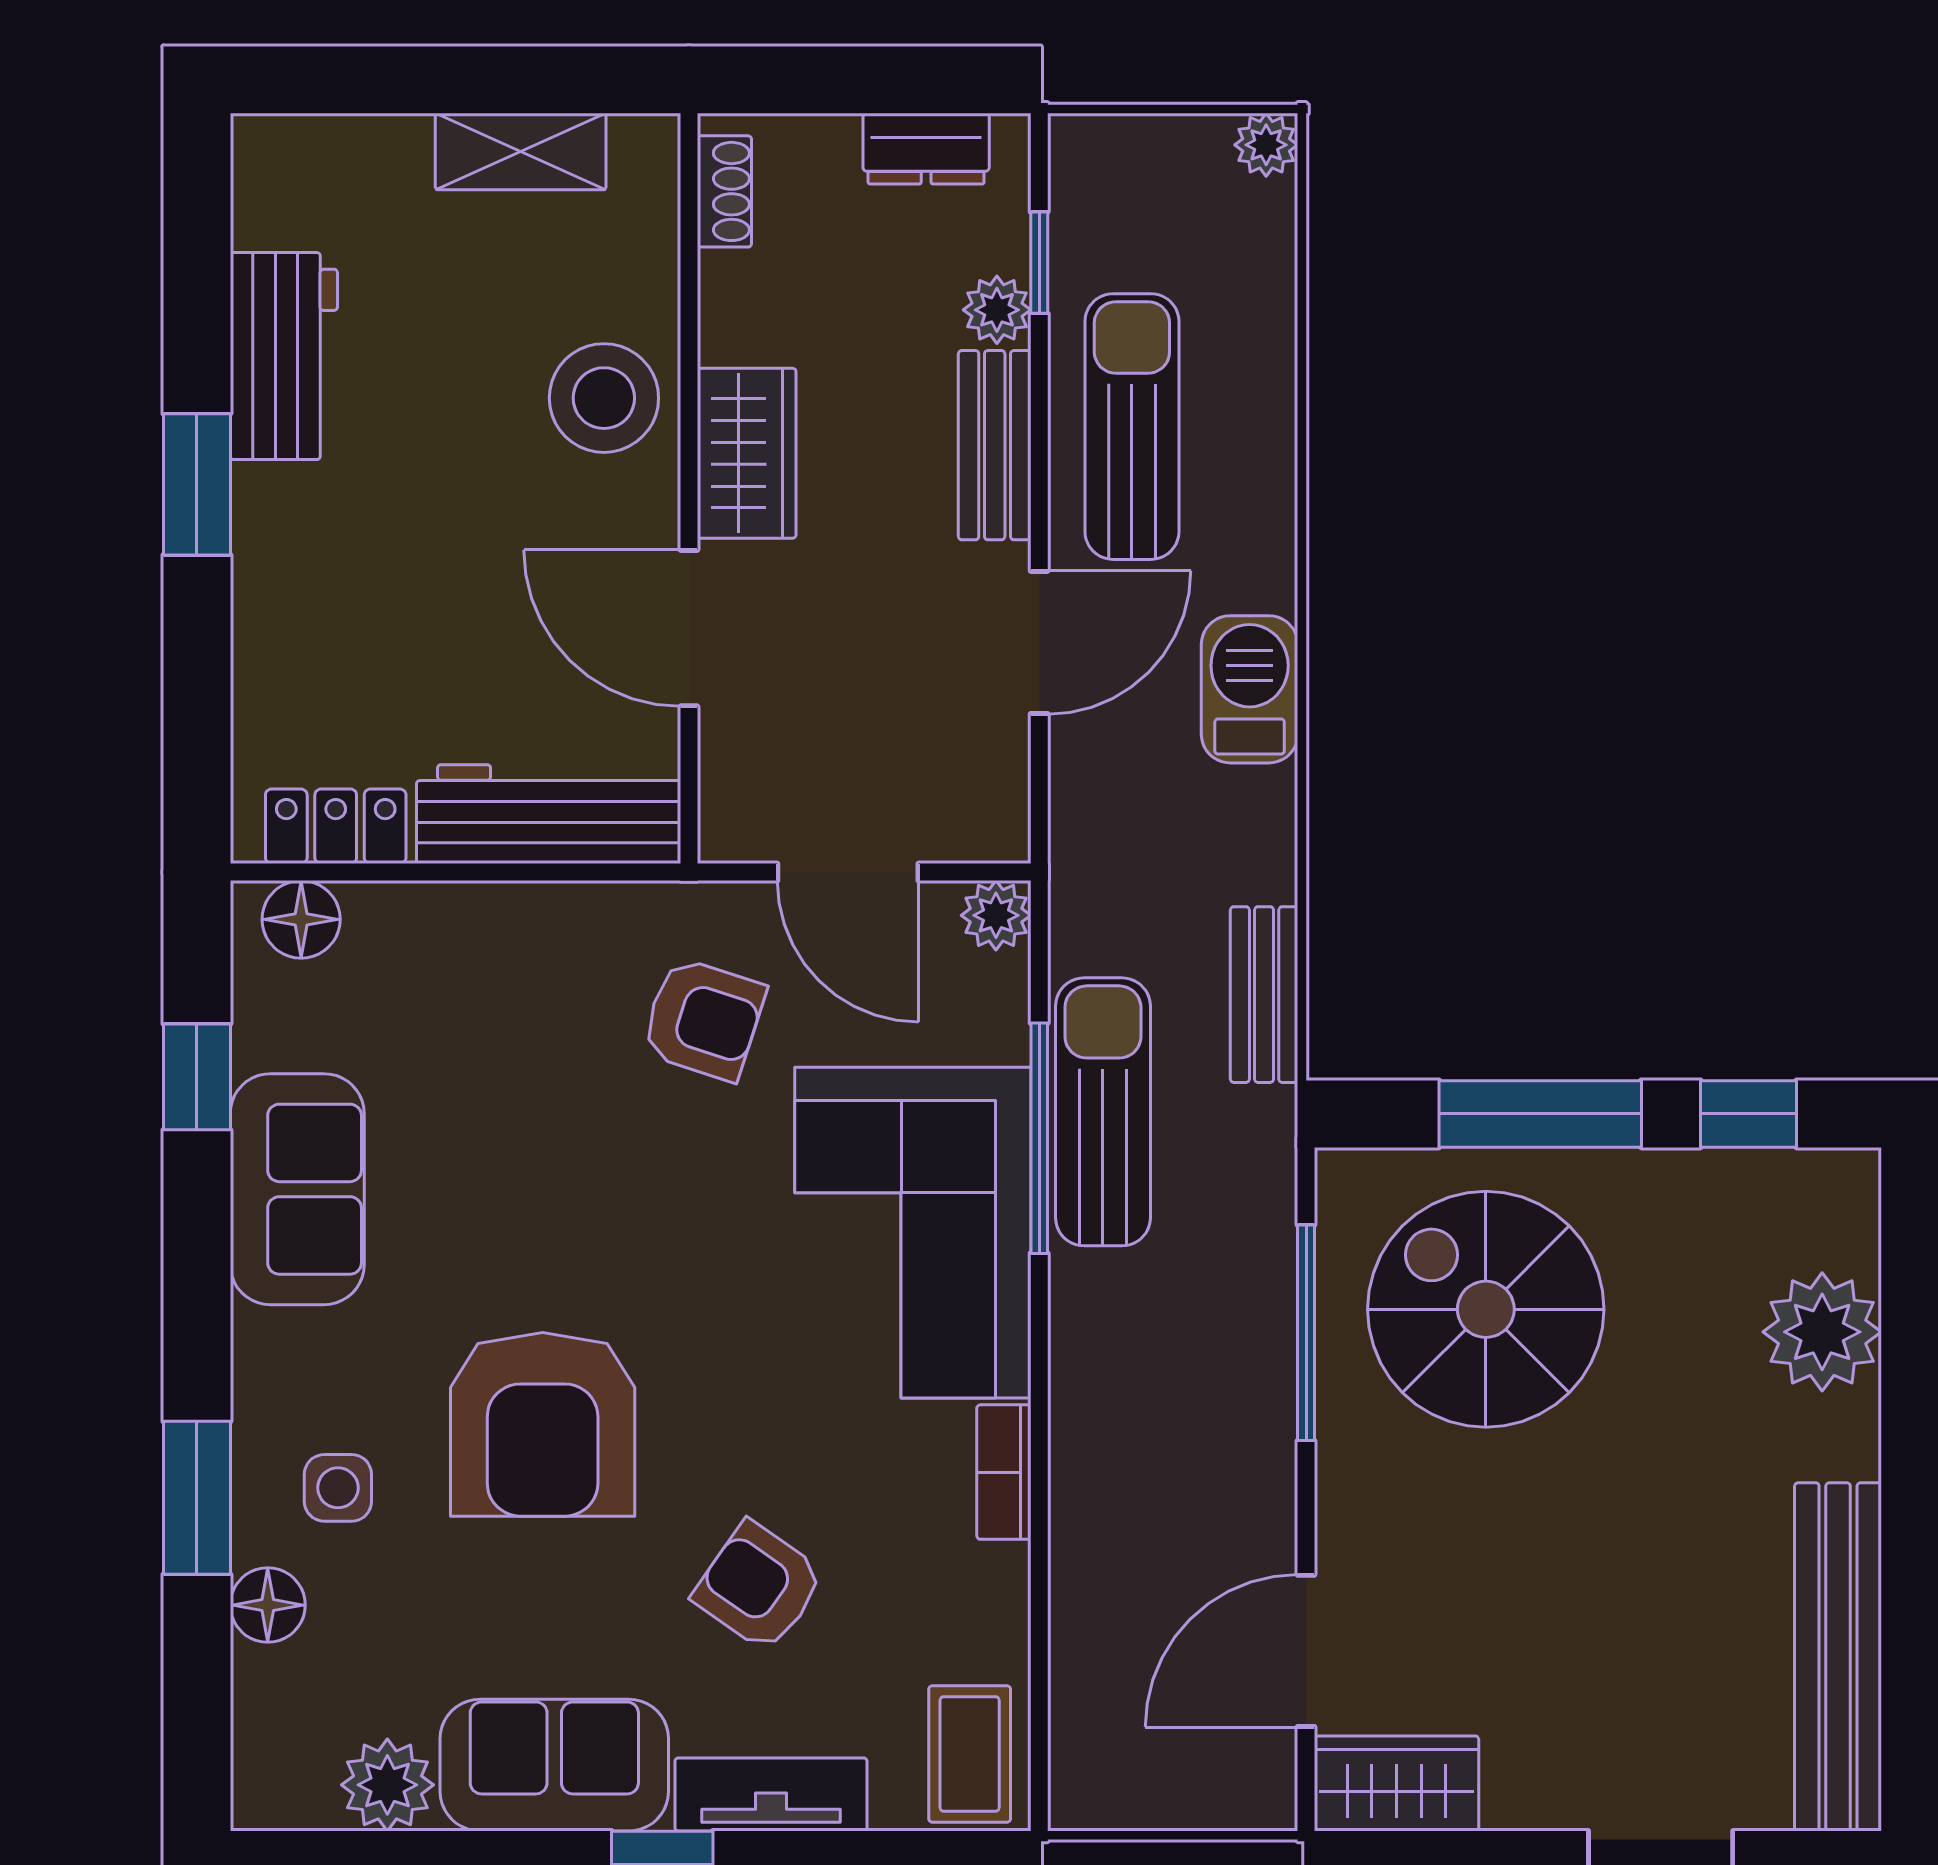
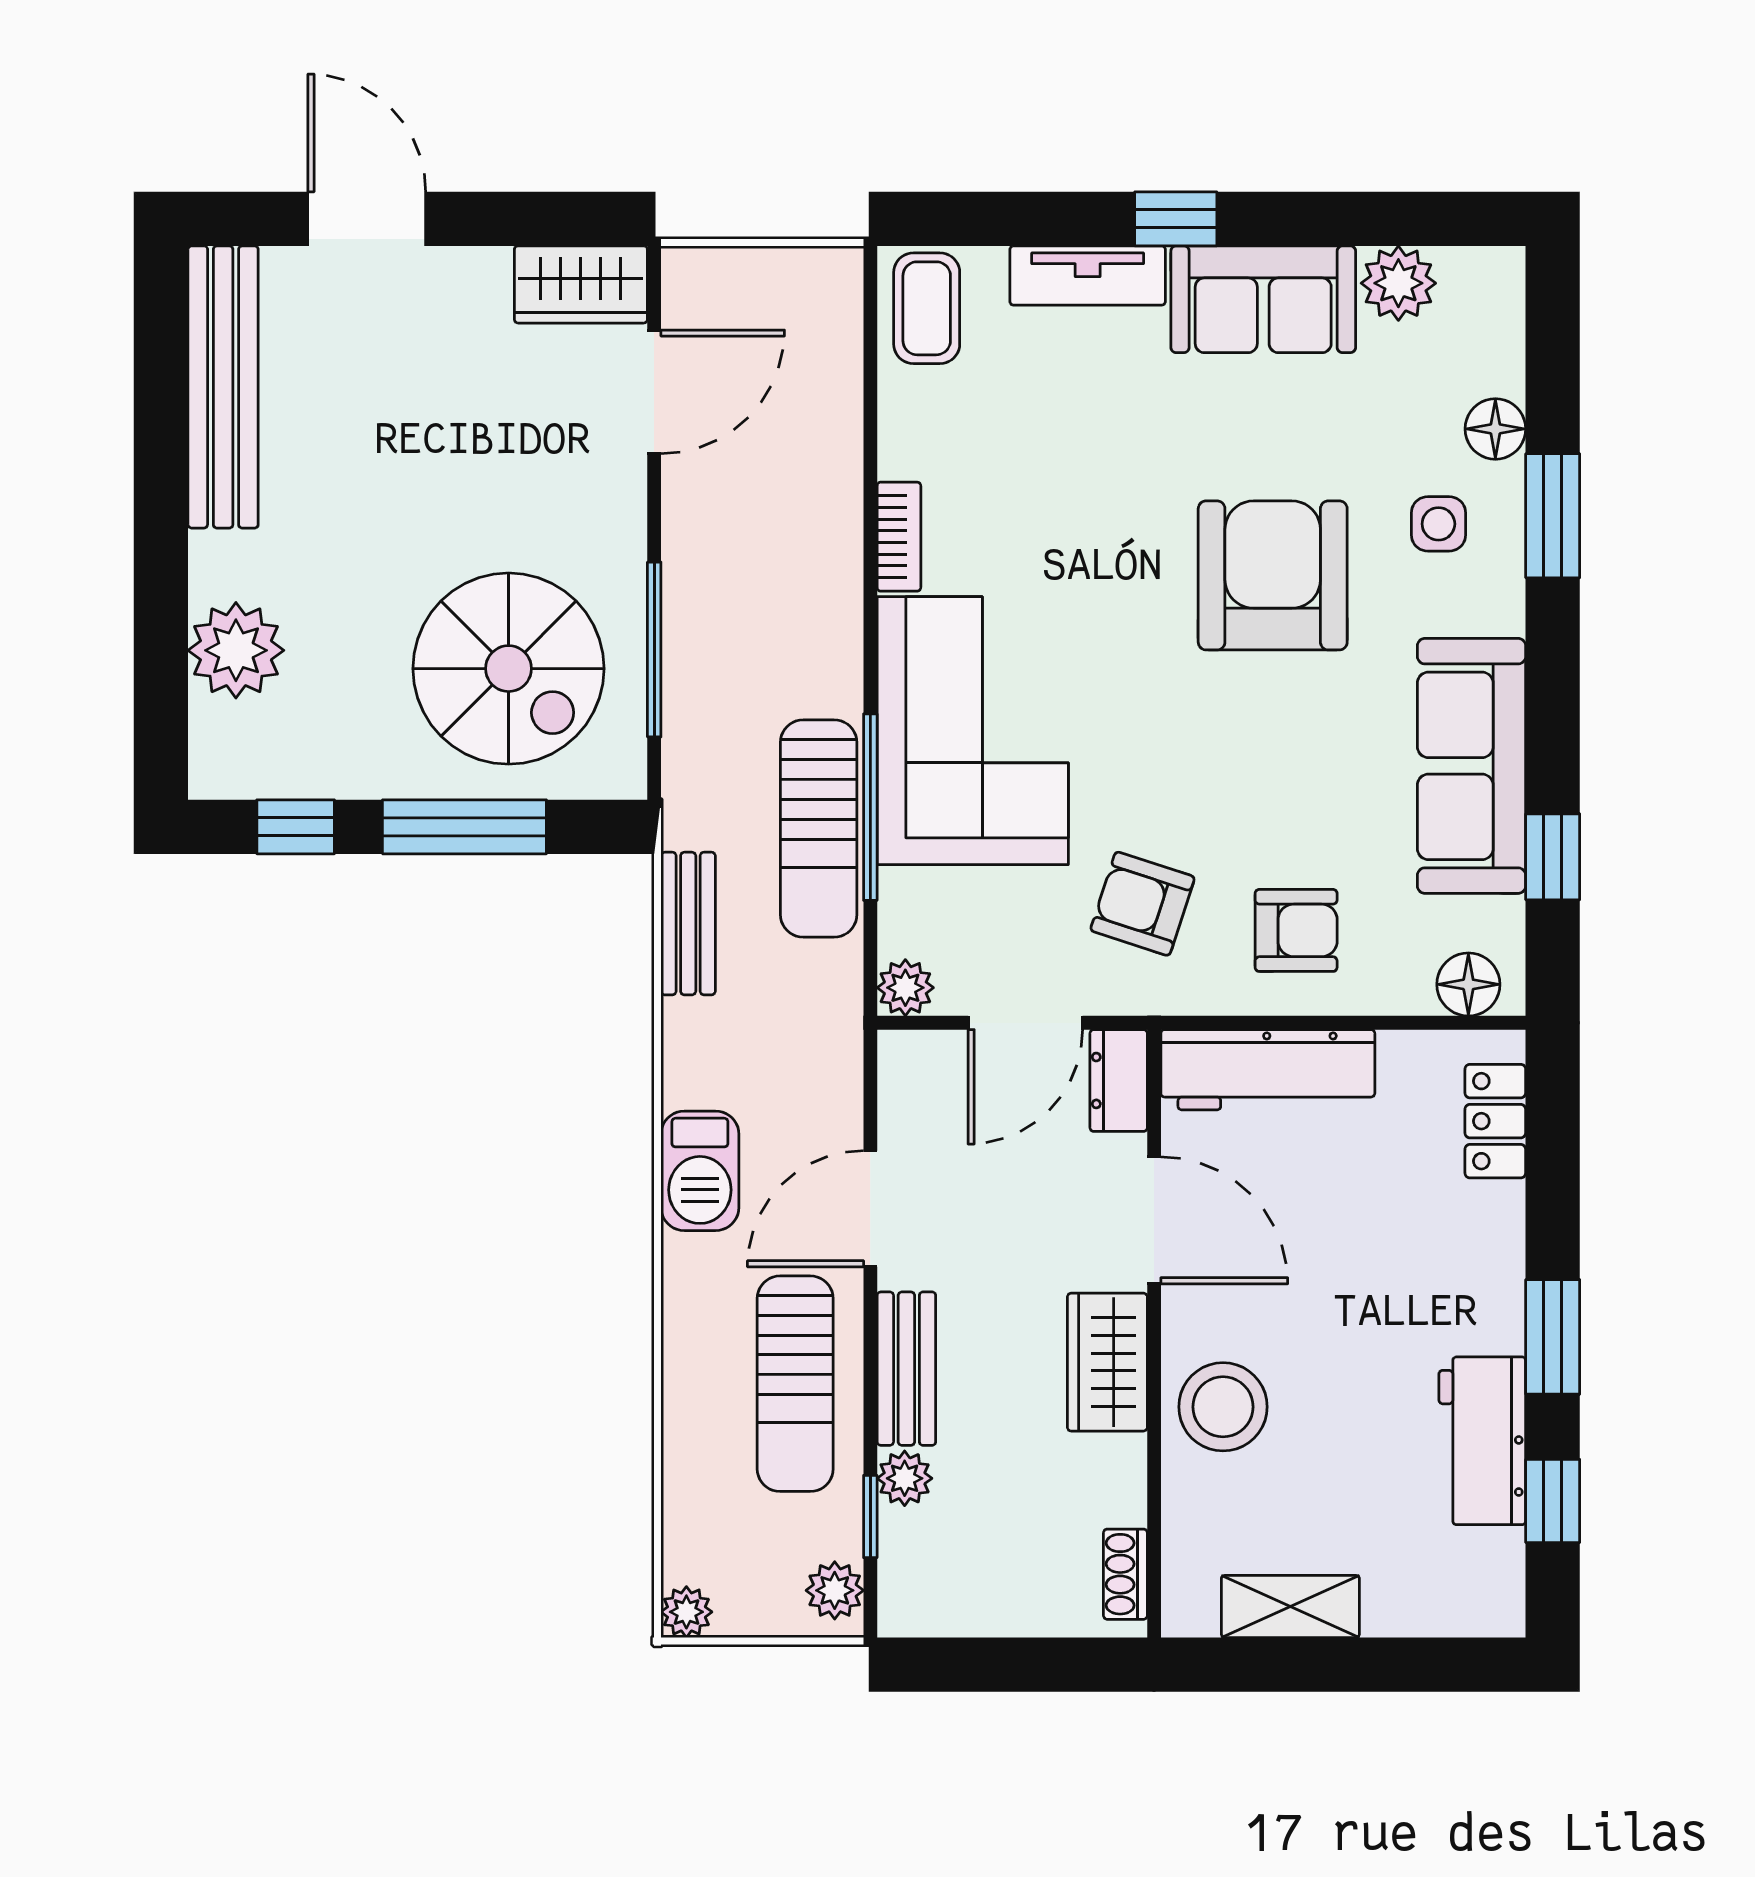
dresser: (926, 149) -> (1119, 1080), moved, turned -90
plant: (1083, 171) -> (835, 1590), added
window: (197, 282) -> (1553, 1501), added
locker: (336, 826) -> (1495, 1121), moved, turned 90
door: (848, 872) -> (1025, 1023), swing flipped
sofa: (297, 1189) -> (1471, 766), width x1.36
armchair: (759, 1586) -> (1296, 930), moved, turned -35

